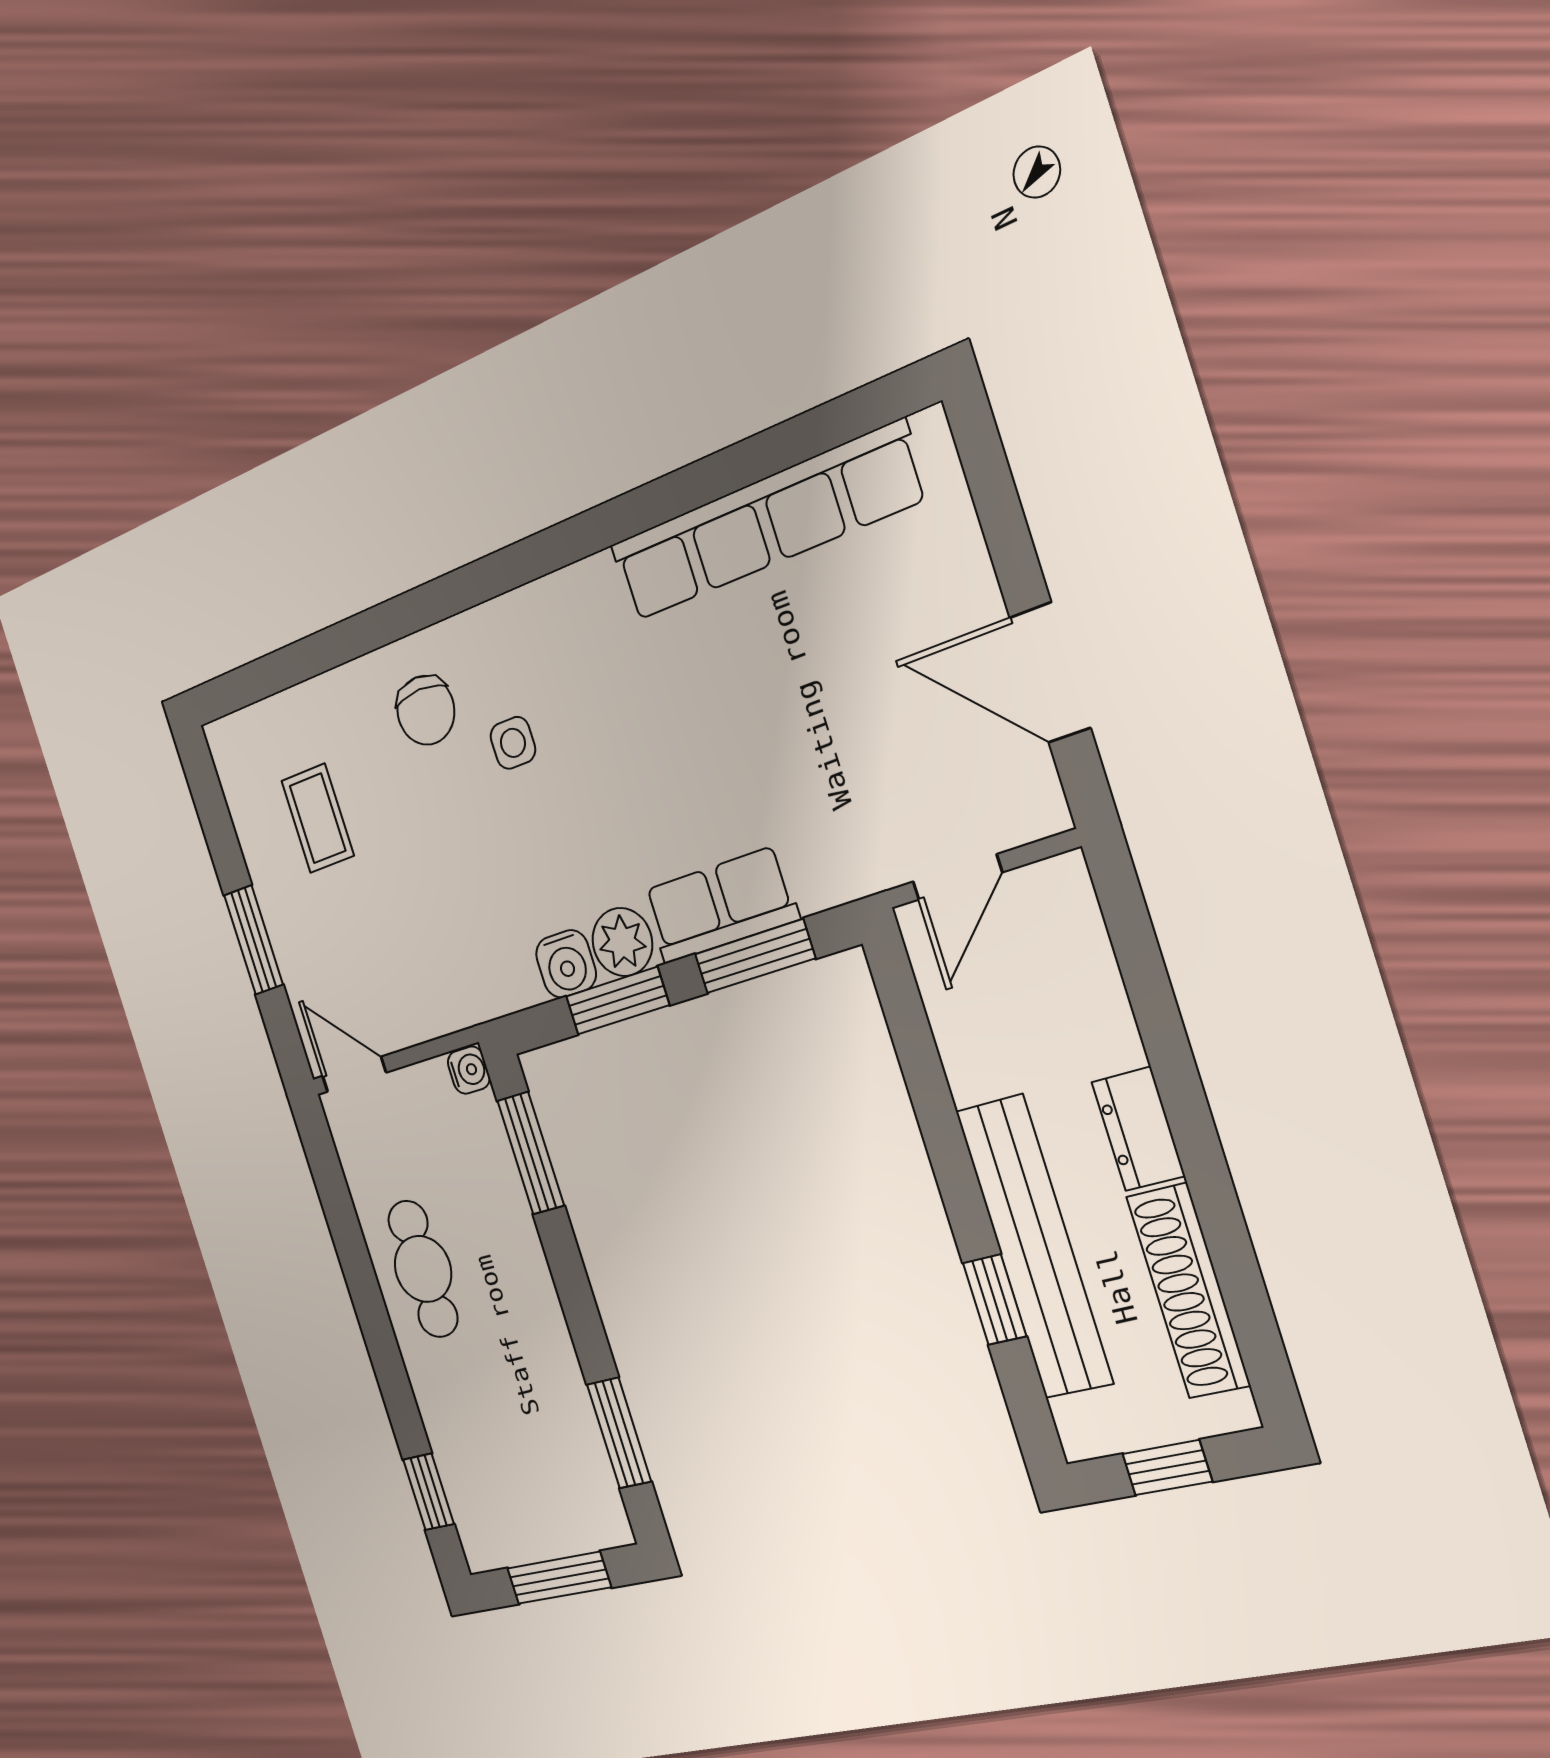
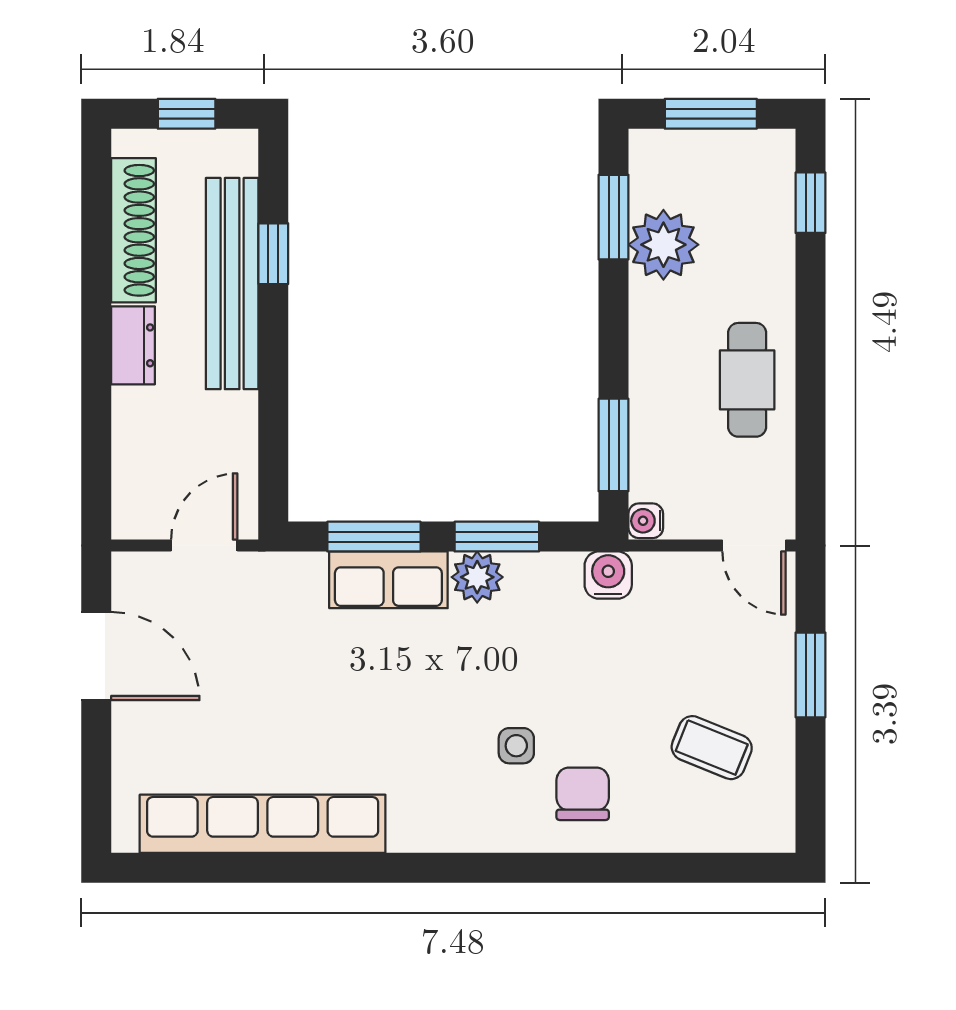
coffee table: (318, 818) -> (712, 748), turned -68
water cooler: (566, 964) -> (608, 575), moved
plant: (557, 1411) -> (663, 245), added

